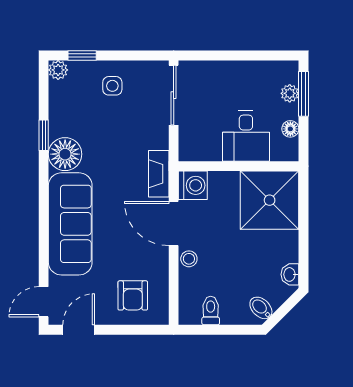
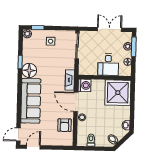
double door: (247, 55) -> (109, 29), added
armchair: (133, 295) -> (64, 125), moved

